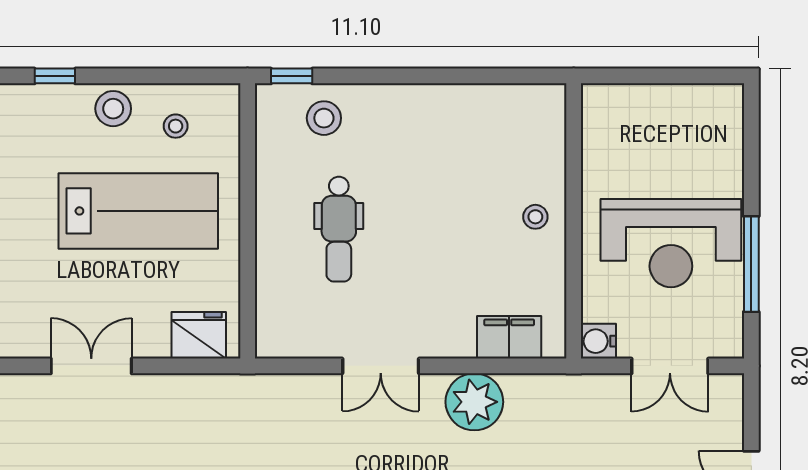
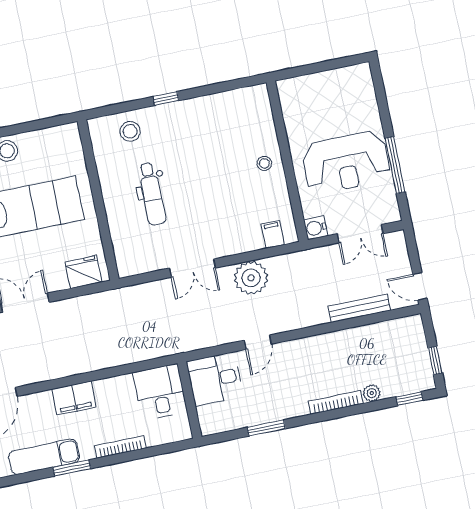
window: (292, 76) -> (166, 99), moved
stool: (176, 126) -> (45, 154), removed
filing cabinet: (509, 337) -> (273, 234), width x0.50

